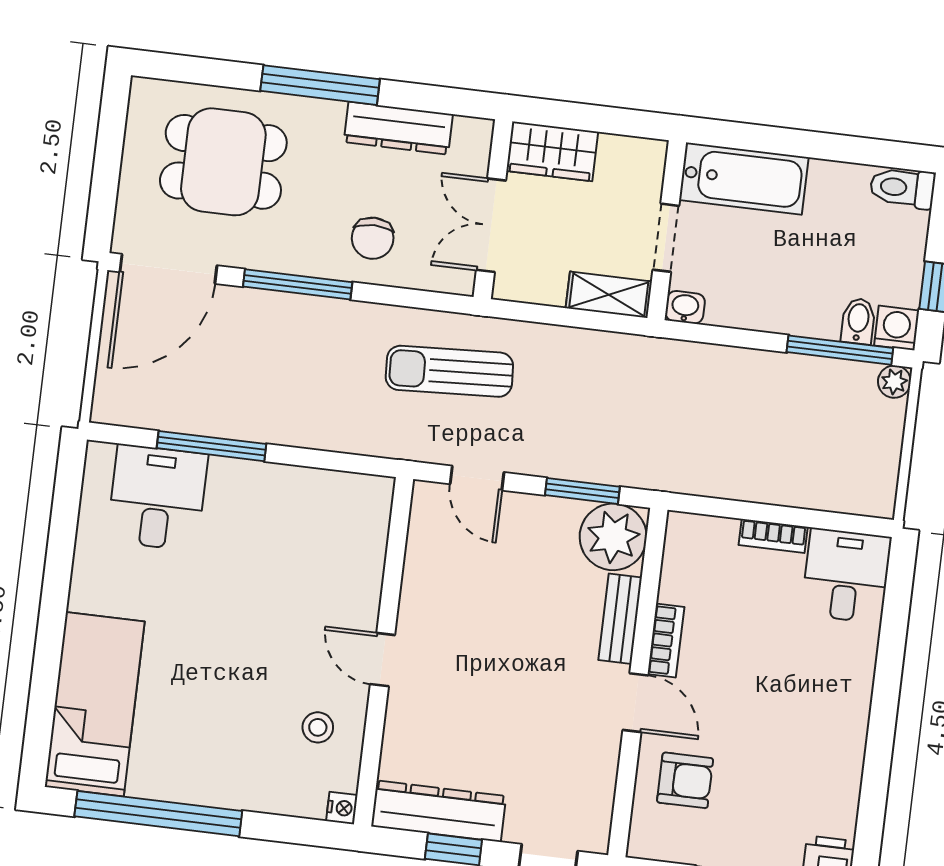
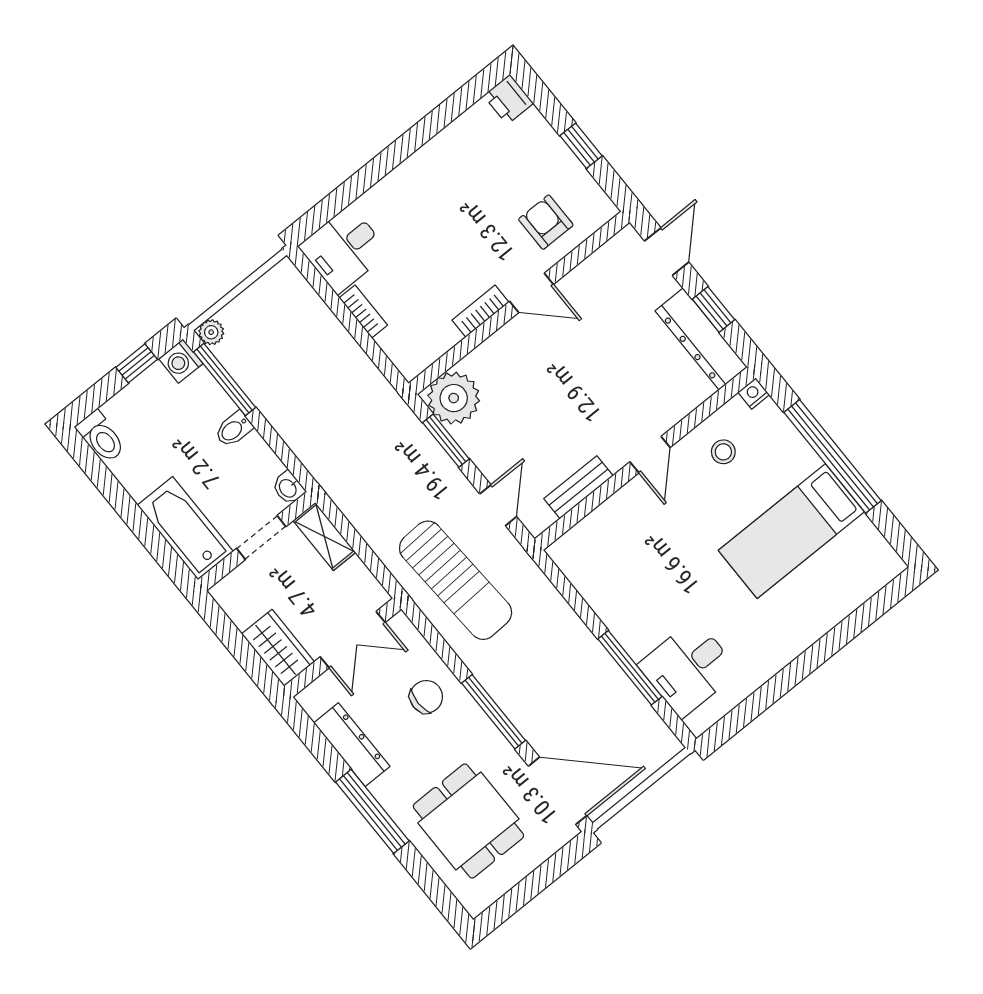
bidet: (858, 321) -> (234, 429), moved
sun lounger: (449, 371) -> (456, 580), width x1.36, depth x1.34
bench: (620, 619) -> (578, 487), moved
door: (635, 703) -> (531, 293), swing flipped
bed: (95, 704) -> (791, 531), moved
window: (158, 814) -> (833, 456), moved

